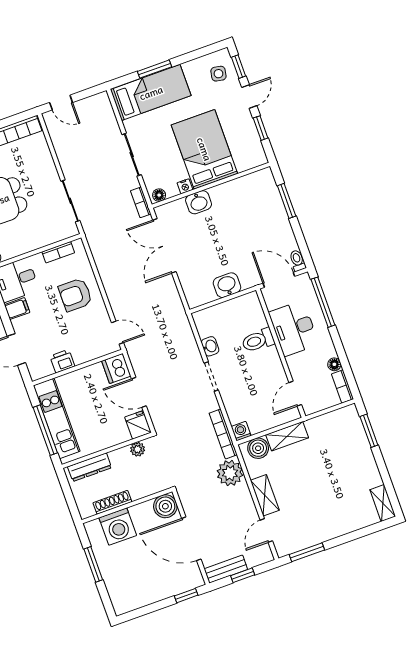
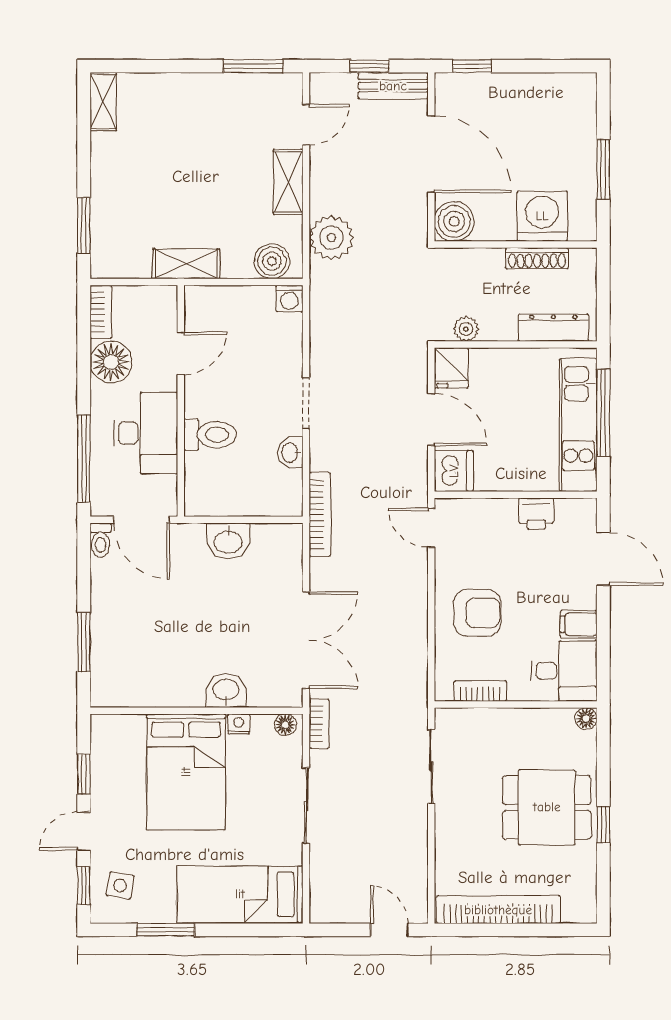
window: (154, 69) -> (166, 930), moved
floor lamp: (334, 364) -> (111, 362), width x1.89, depth x1.89
door: (295, 394) -> (181, 353), moved
bookcase: (223, 434) -> (320, 515), moved
shelving: (287, 436) -> (186, 264), moved

